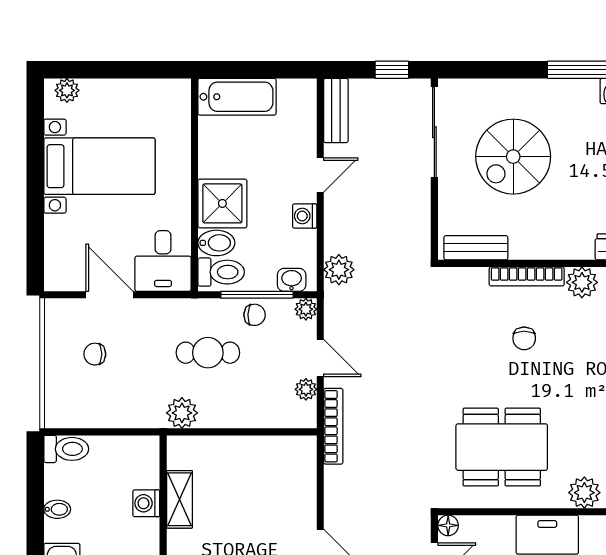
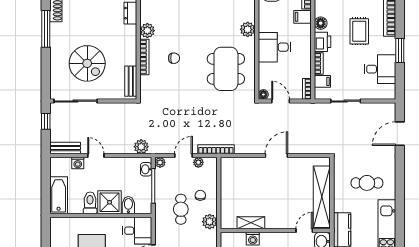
washing machine: (305, 216) -> (78, 163), moved
toilet: (221, 272) -> (90, 203), moved
chair: (255, 315) -> (200, 195), moved

